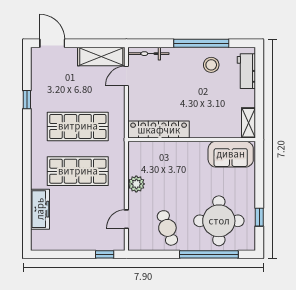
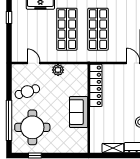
shelving: (249, 123) -> (113, 148), moved
sofa: (231, 154) -> (79, 112), moved
window: (105, 254) -> (9, 18), moved

